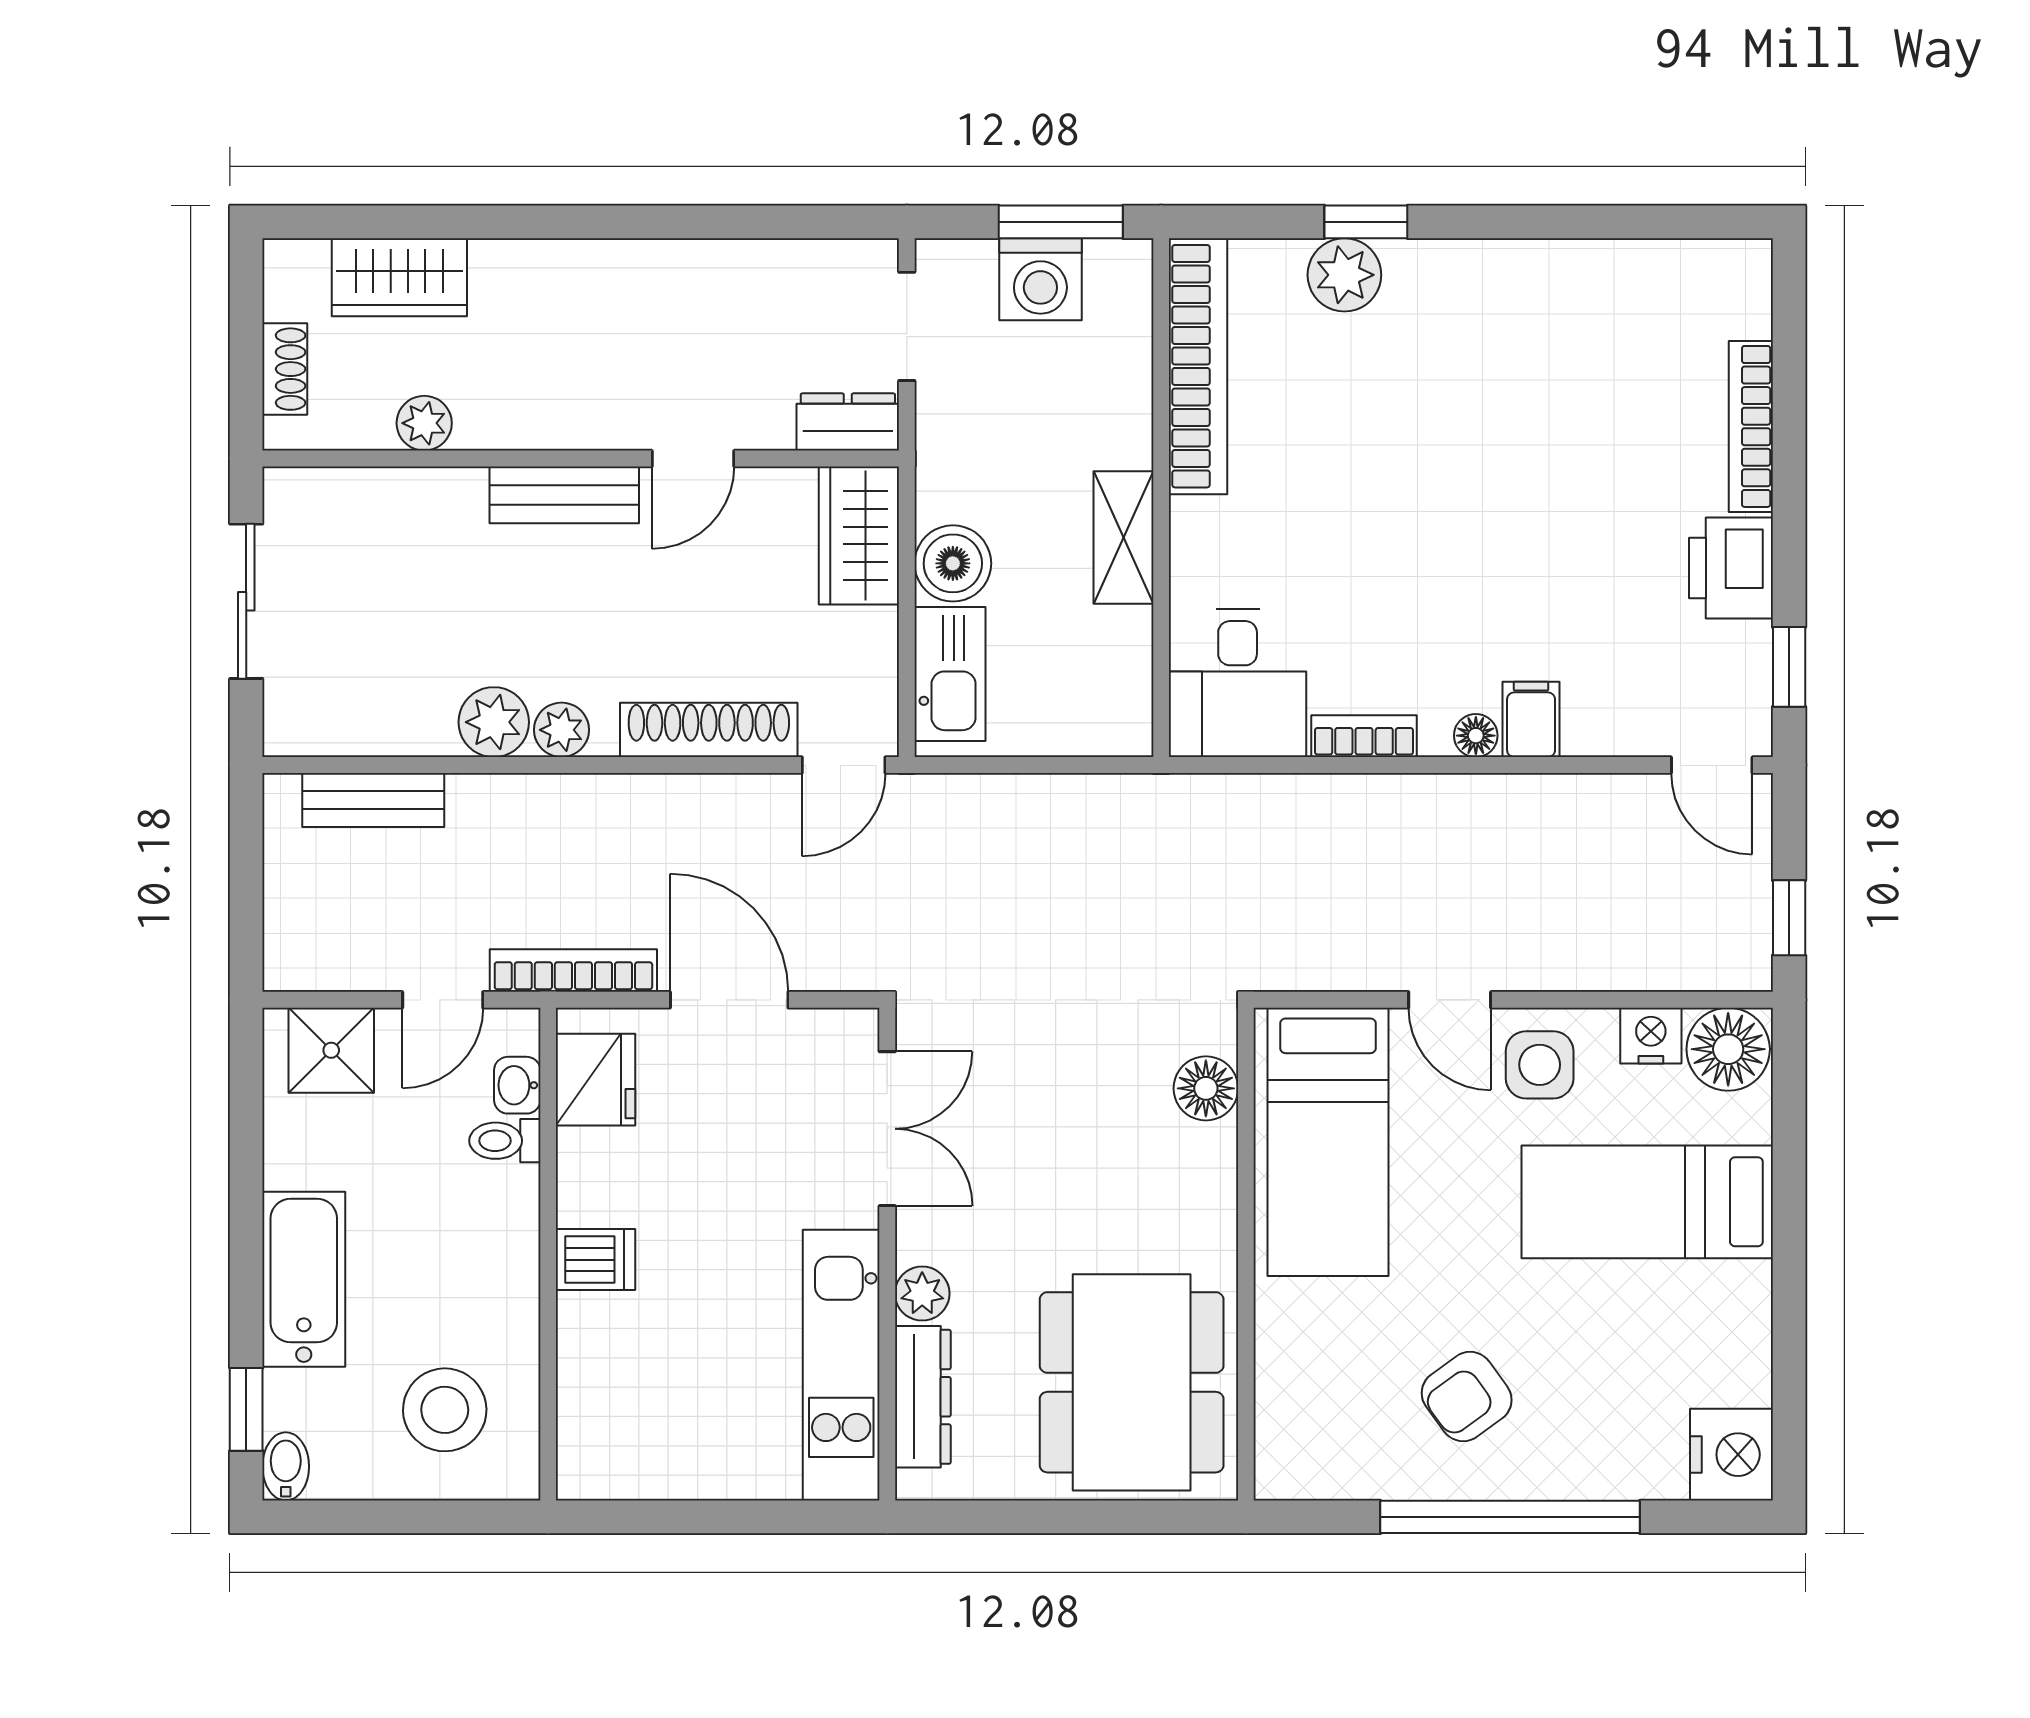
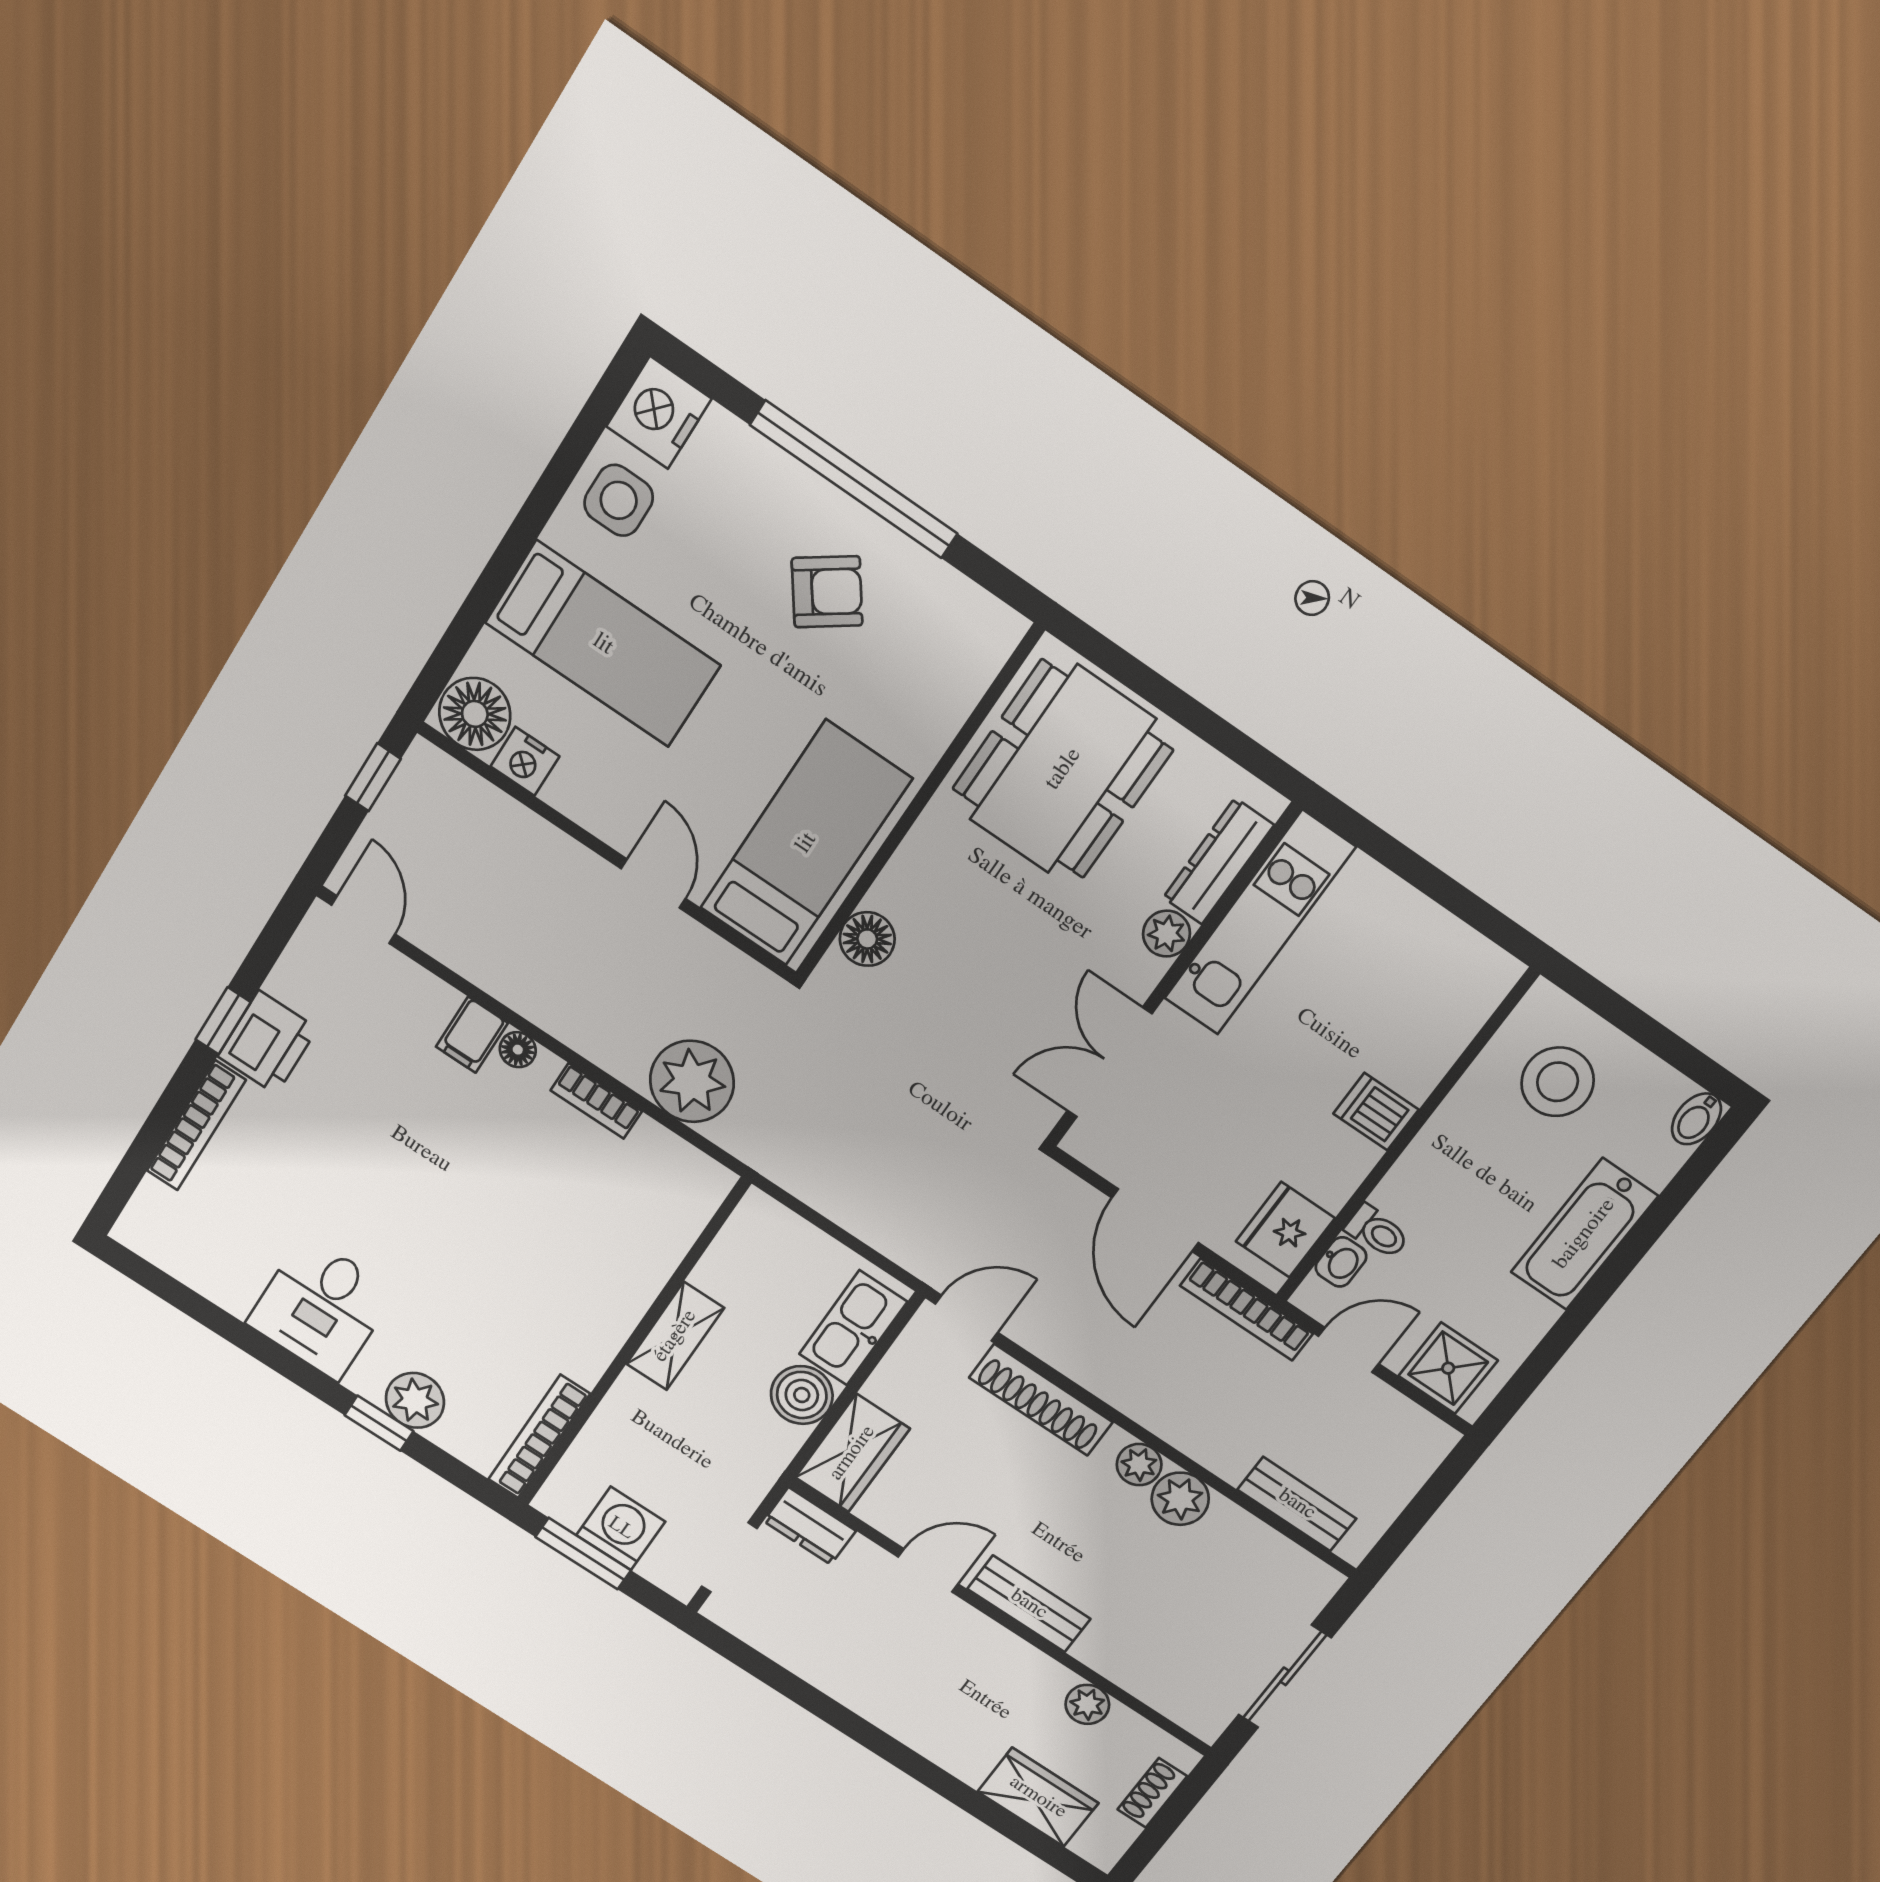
bookcase: (1198, 366) -> (539, 1437), width x0.68, depth x0.76
window: (1789, 667) -> (223, 1021), moved
desk: (1238, 683) -> (321, 1308), moved, turned 180
plant: (1282, 823) -> (692, 1081), added
side table: (1540, 1065) -> (619, 500), moved
window: (246, 1409) -> (1692, 1175), removed

